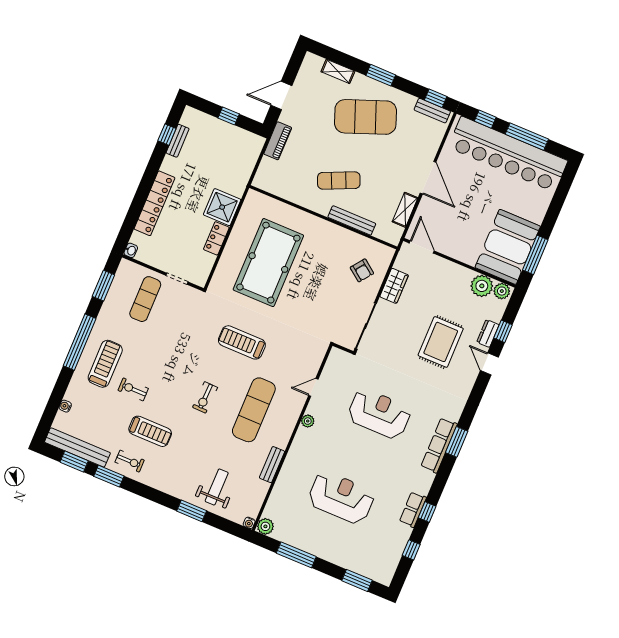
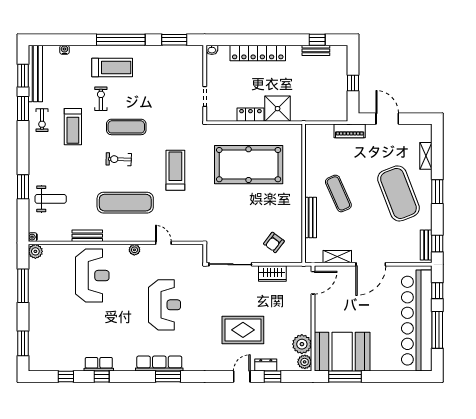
exercise mat: (145, 299) -> (126, 127), moved
reception desk: (341, 498) -> (92, 276), moved

